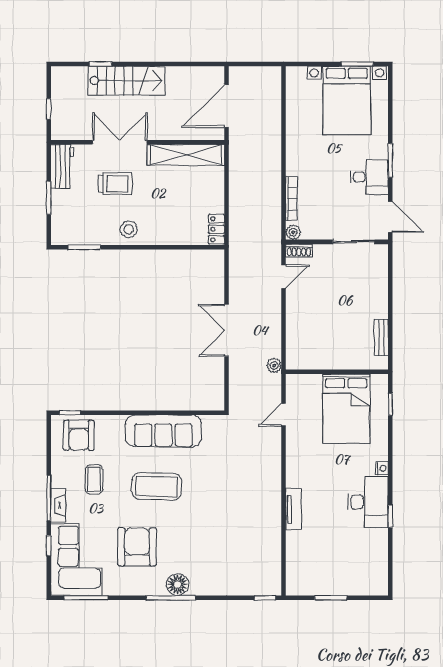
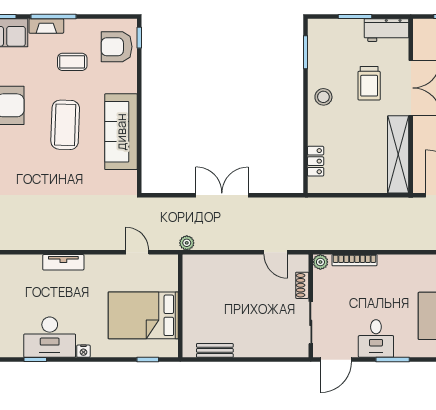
locker: (216, 229) -> (316, 161), moved, turned 90
shoe rack: (299, 250) -> (302, 285), moved
tv unit: (293, 509) -> (63, 262), moved

